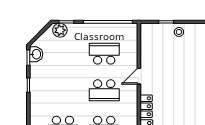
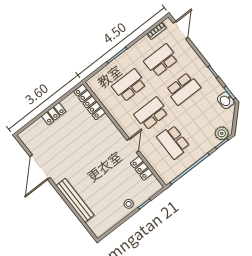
school desk: (104, 54) -> (173, 142), turned 90
school desk: (63, 90) -> (183, 89), added
locker: (146, 106) -> (142, 168), moved

